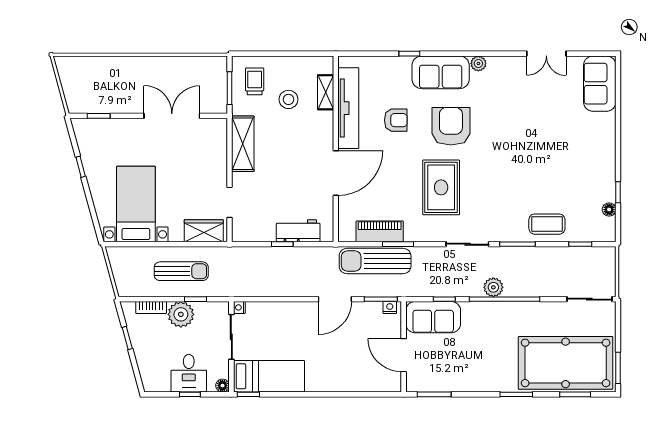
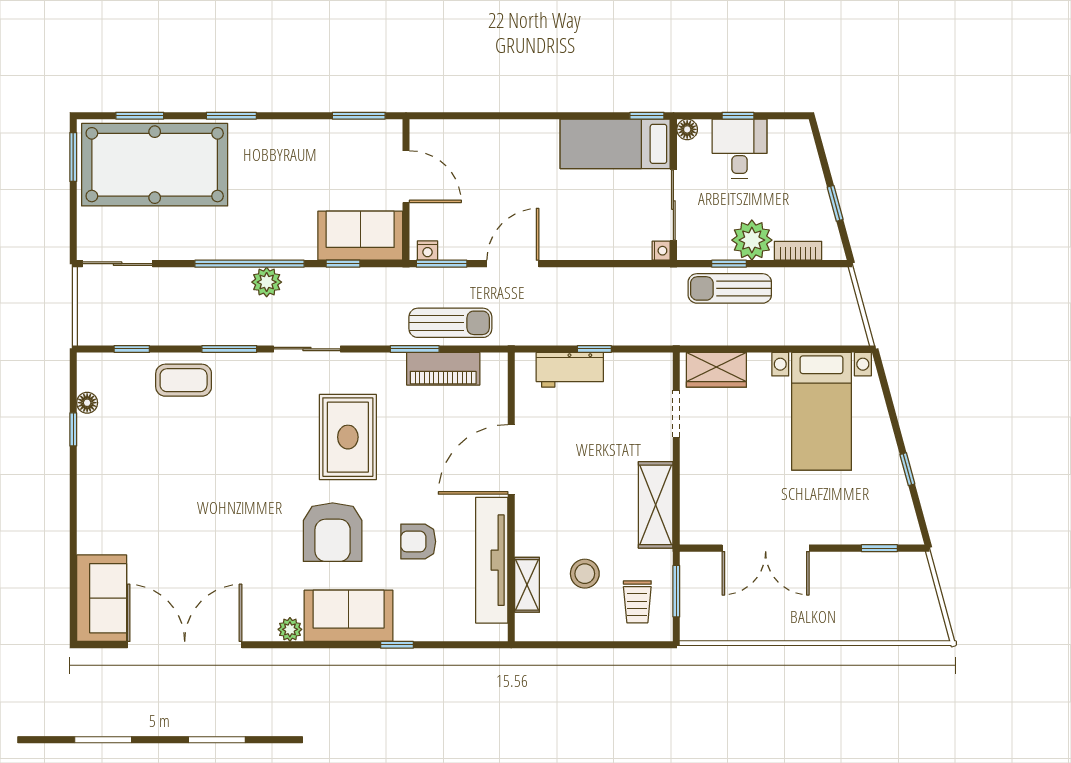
double door: (546, 54) -> (185, 645), width x1.87
sun lounger: (375, 261) -> (450, 323), width x0.73, depth x0.75
sun lounger: (181, 271) -> (730, 288), moved

